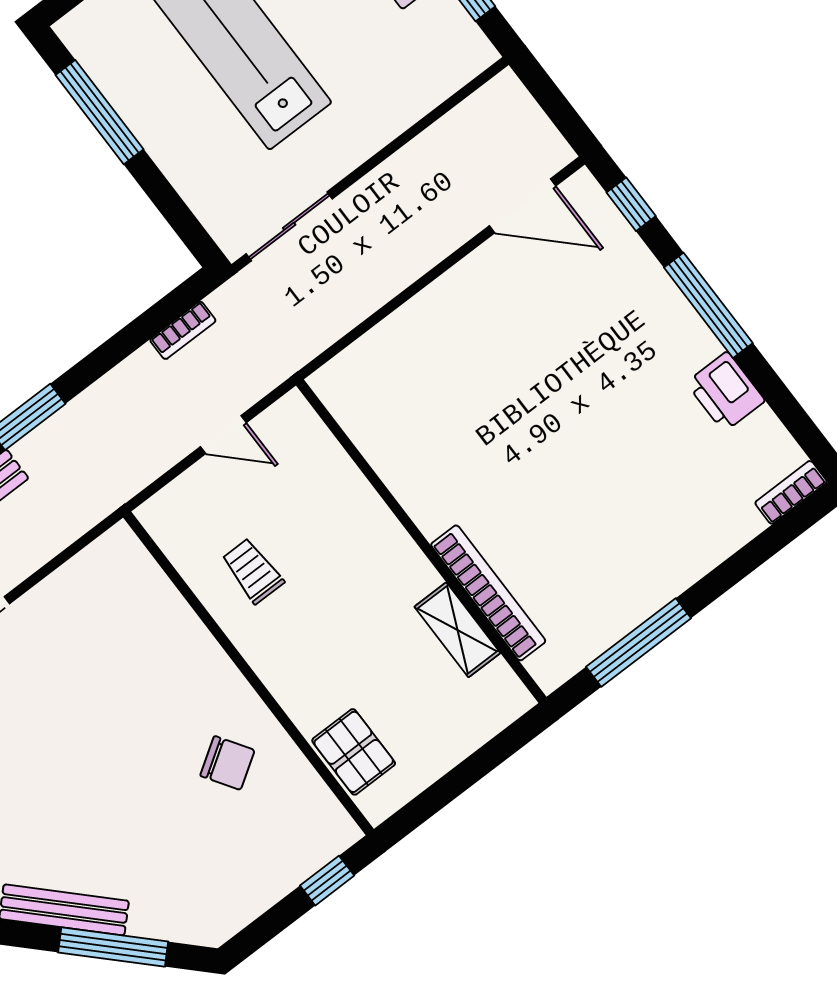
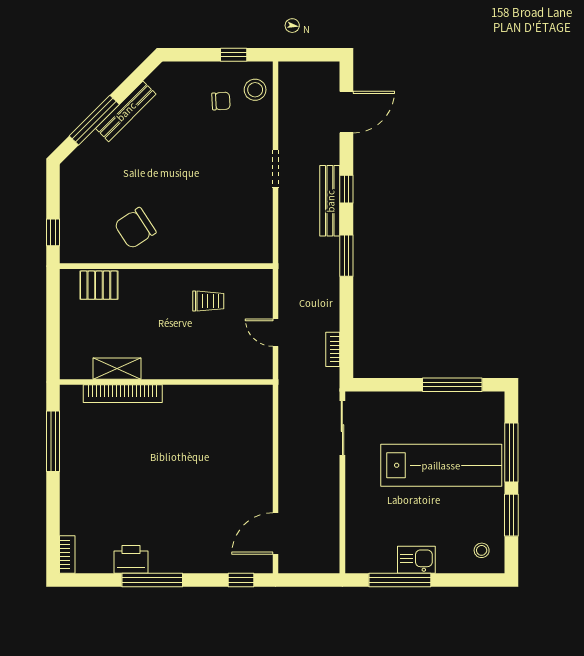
window: (708, 305) -> (152, 580), moved
door: (223, 435) -> (276, 333), hinge flipped
chair: (227, 763) -> (135, 228), width x1.37, depth x1.37

